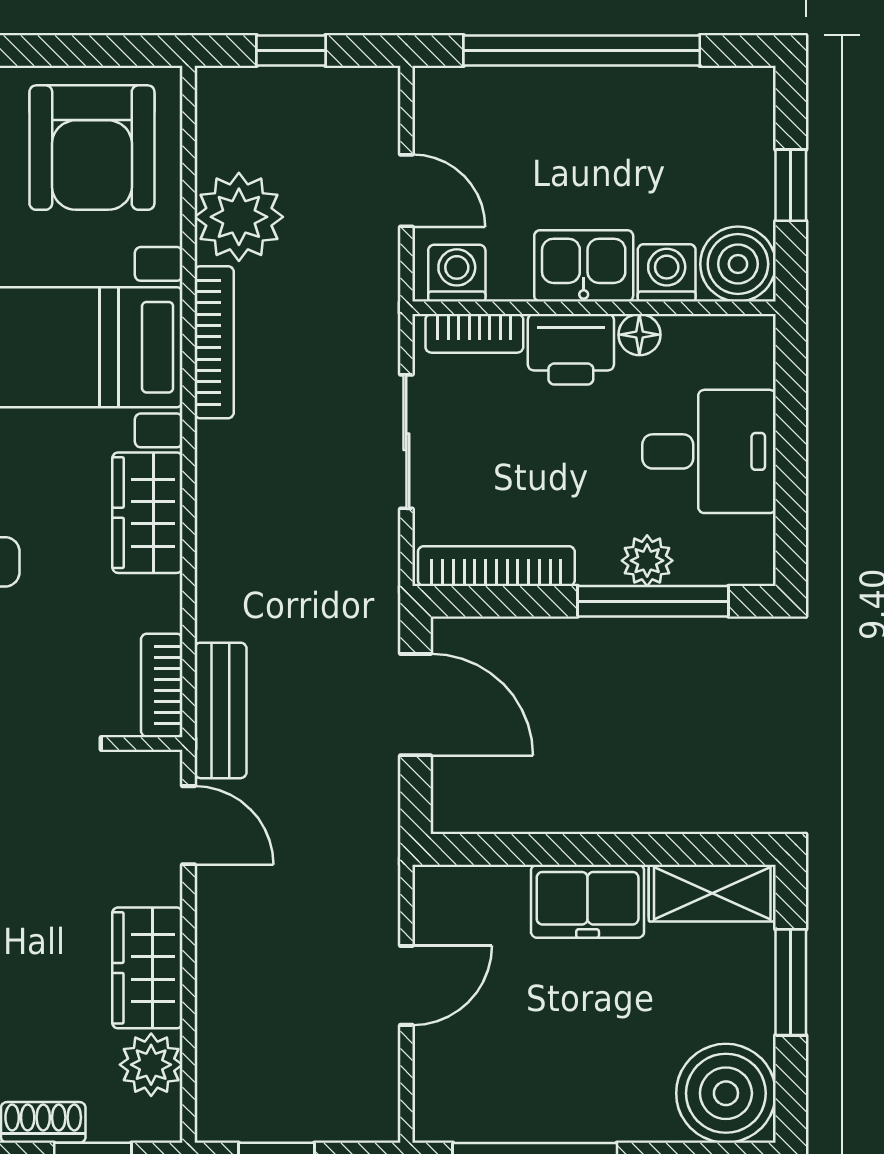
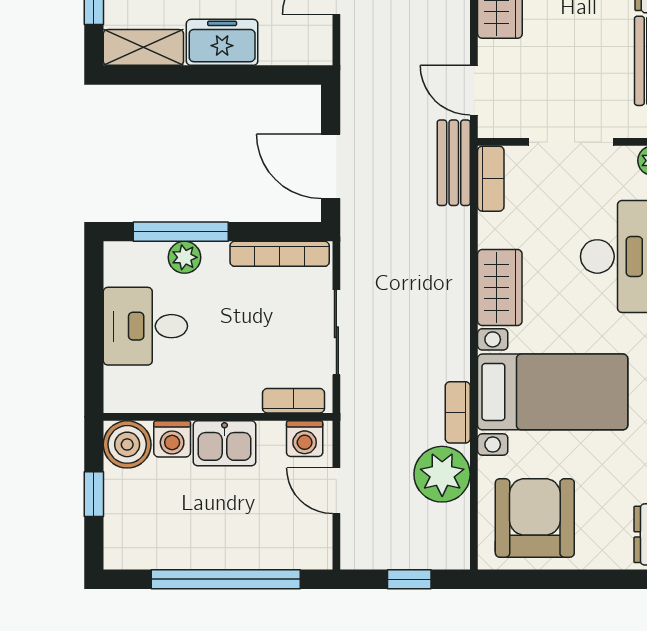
floor lamp: (639, 335) -> (189, 400), removed
bookcase: (214, 342) -> (458, 412), width x0.64
printer: (571, 349) -> (233, 391), removed

